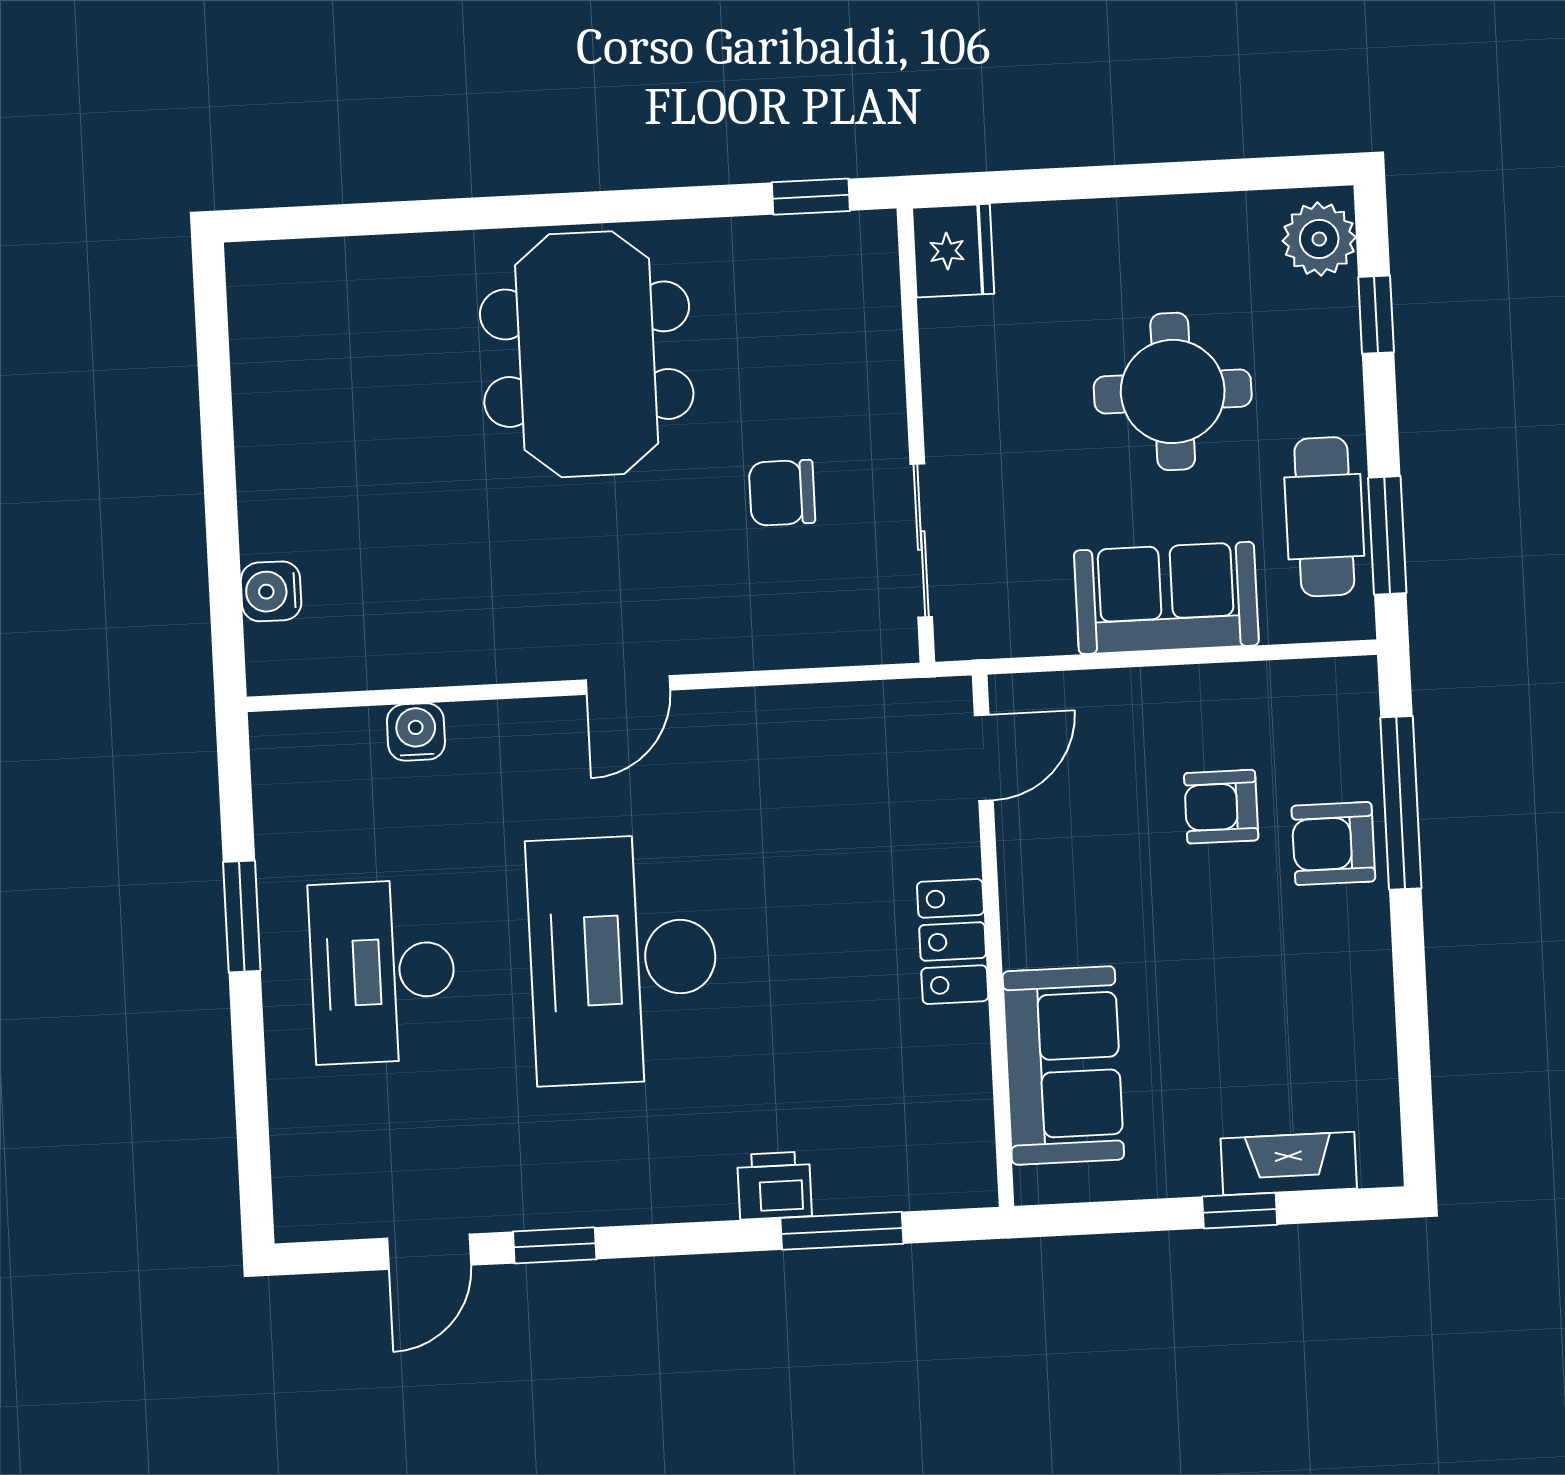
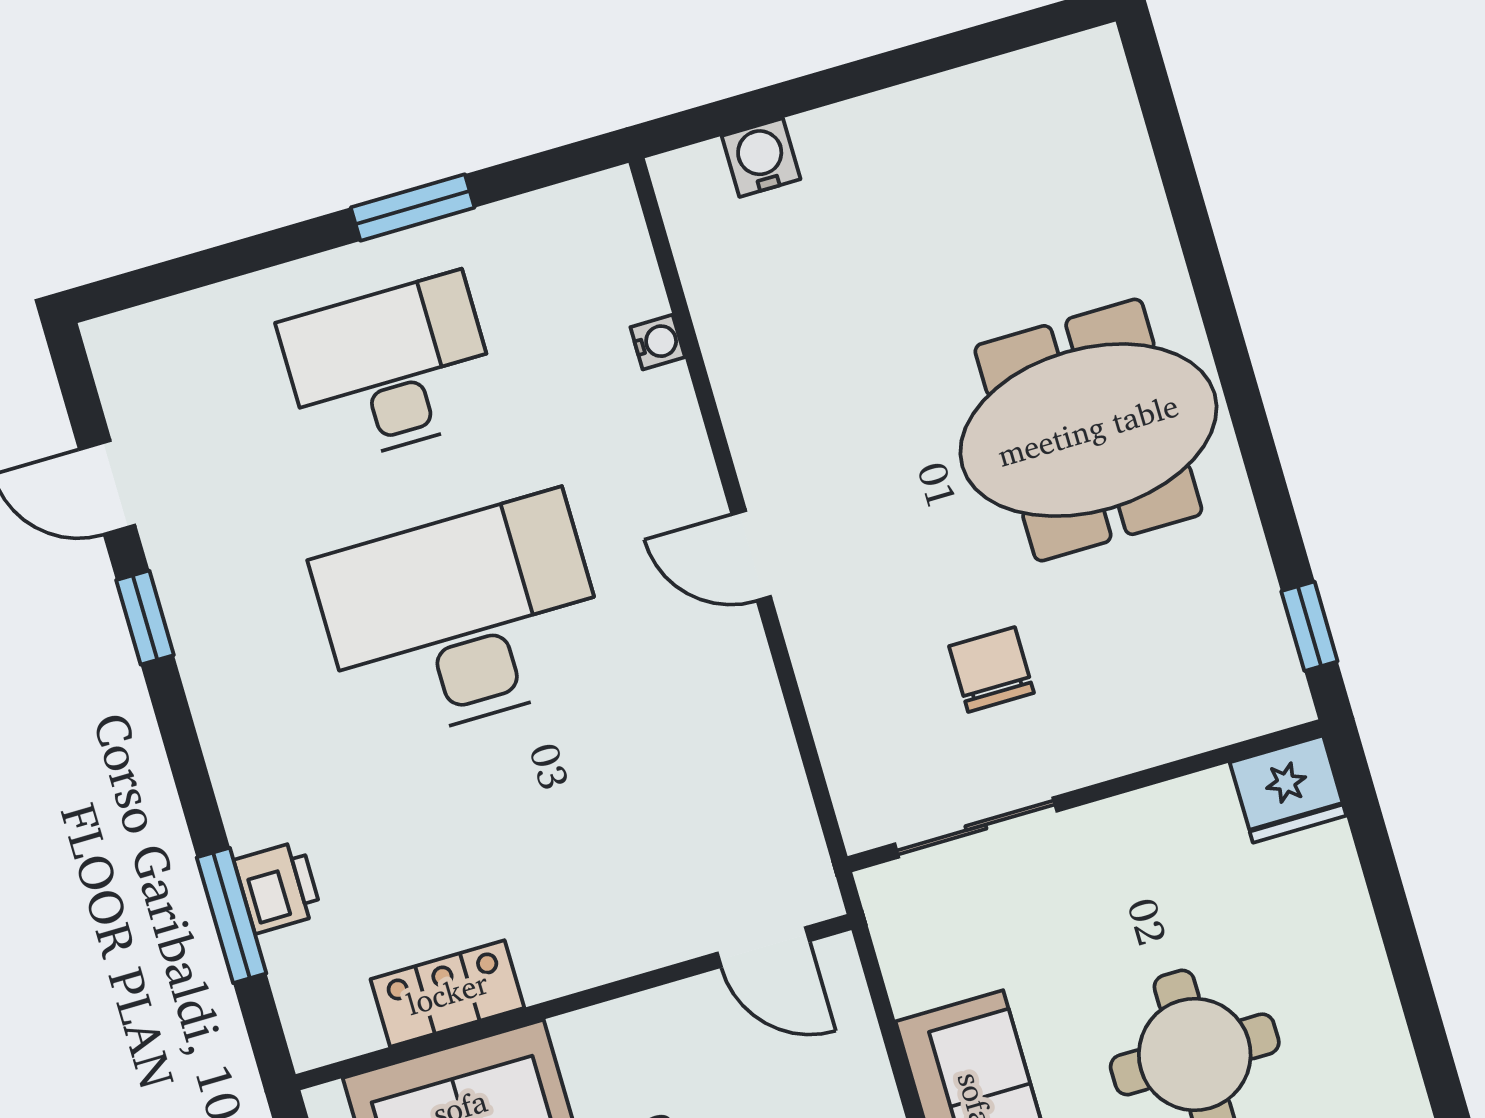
water cooler: (416, 732) -> (658, 342), width x0.72, depth x0.72
locker: (953, 941) -> (447, 993), moved
printer: (774, 1185) -> (278, 887), moved

